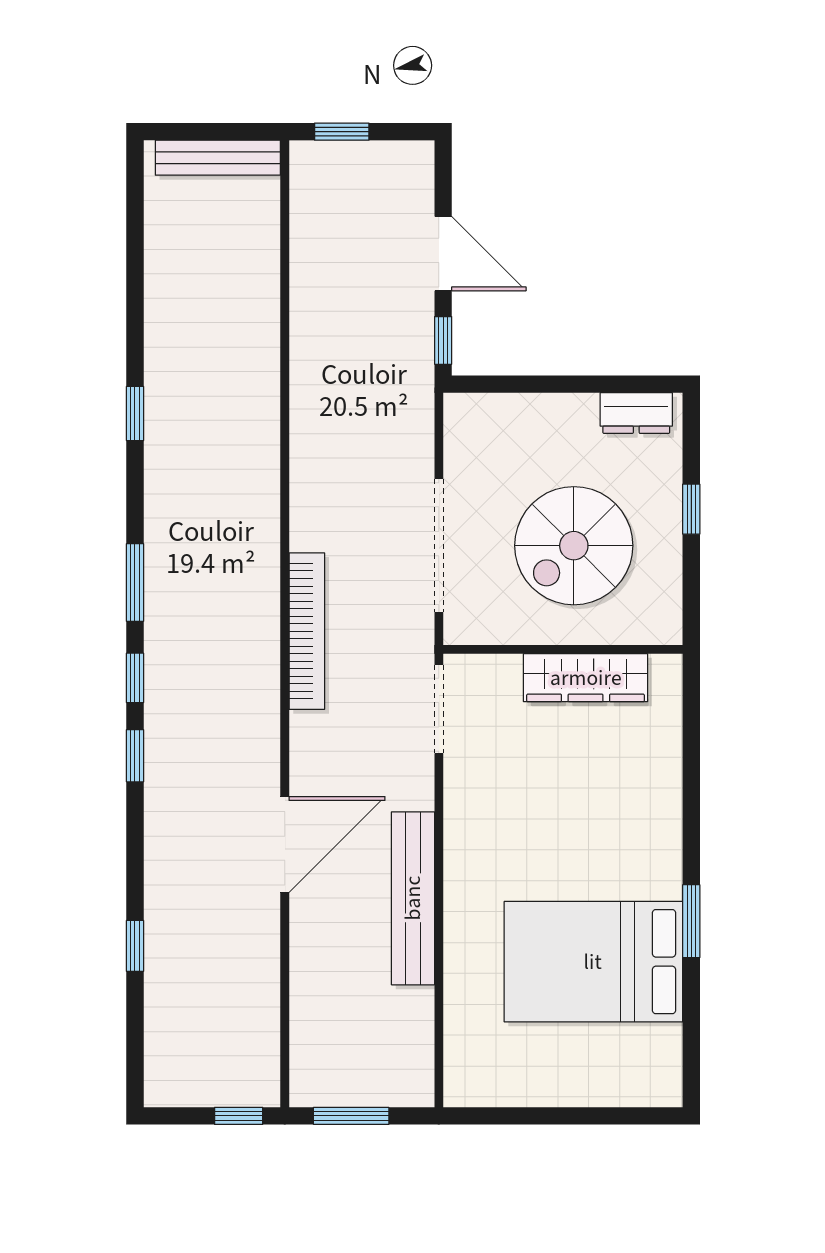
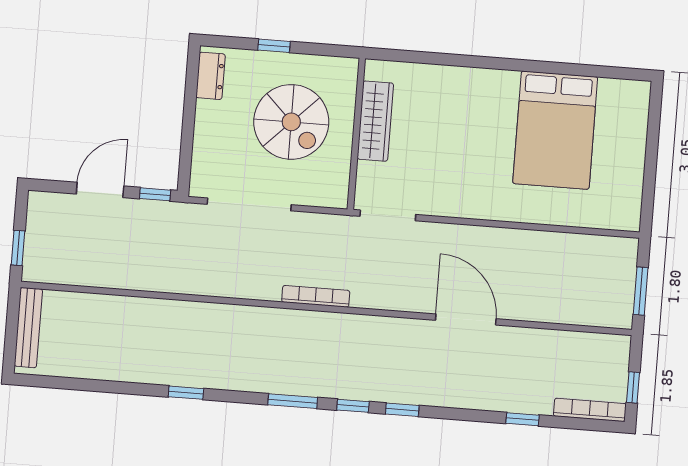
doorway: (439, 545) -> (249, 204), moved
bookcase: (307, 631) -> (316, 296), width x0.68, depth x0.76
bench: (413, 898) -> (506, 241), removed
window: (691, 921) -> (535, 66), removed
bookcase: (158, 1051) -> (590, 410), added
window: (239, 1116) -> (633, 387), moved

